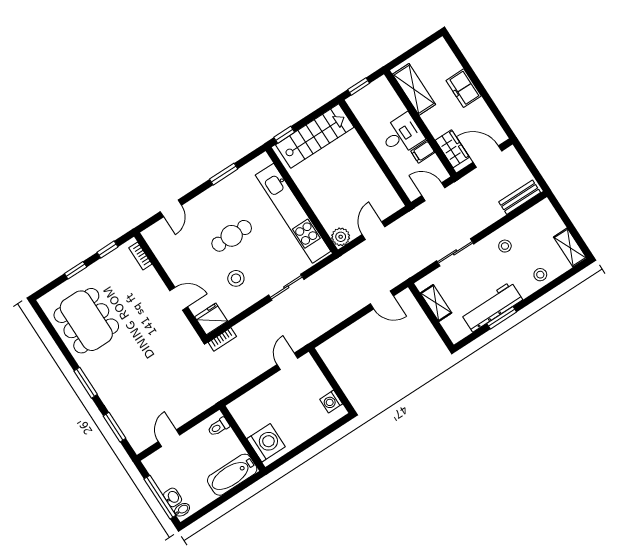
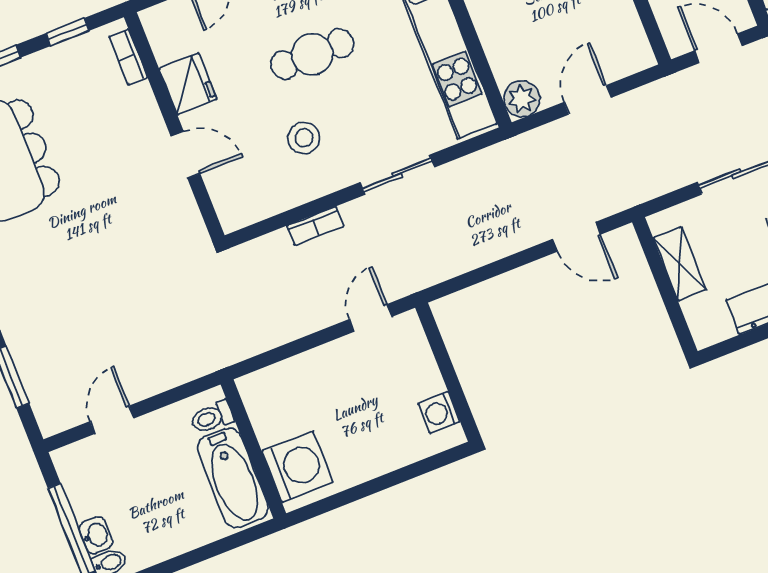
fridge: (211, 319) -> (188, 84), moved, turned 90
bookcase: (222, 339) -> (315, 226), moved
bathtub: (232, 475) -> (233, 478), moved, turned -90

